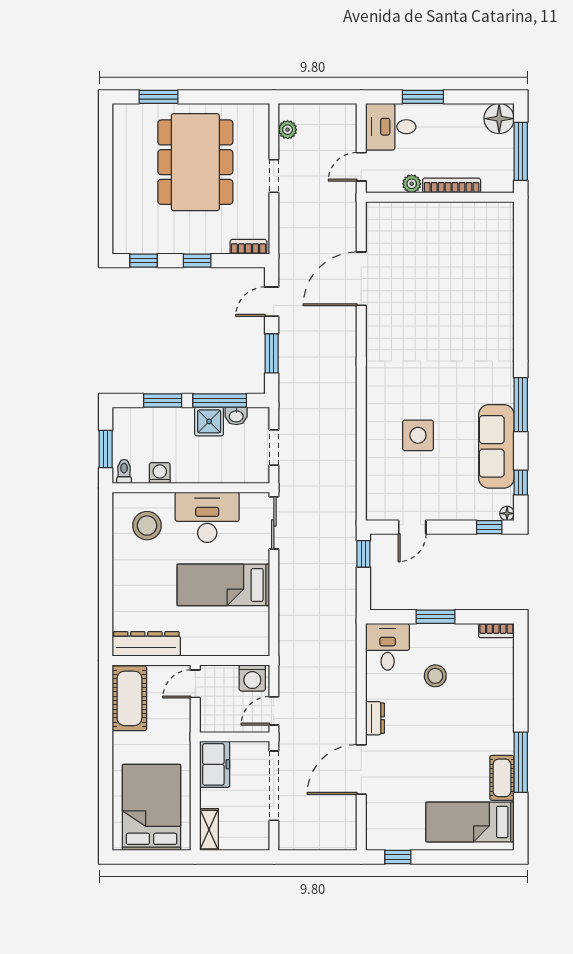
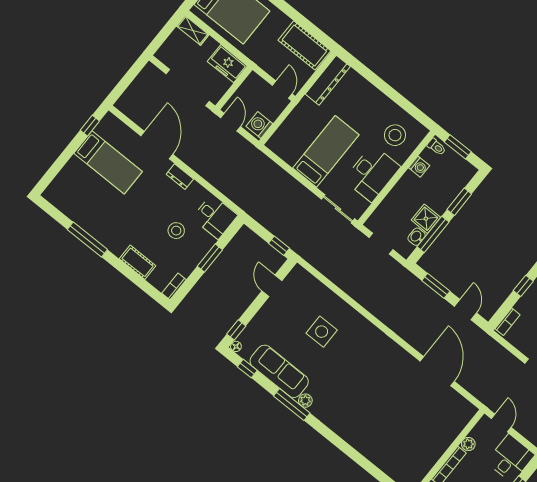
plant: (505, 394) -> (305, 401), added
cot: (502, 778) -> (138, 262), moved
bed: (470, 822) -> (108, 162), moved, turned 90

